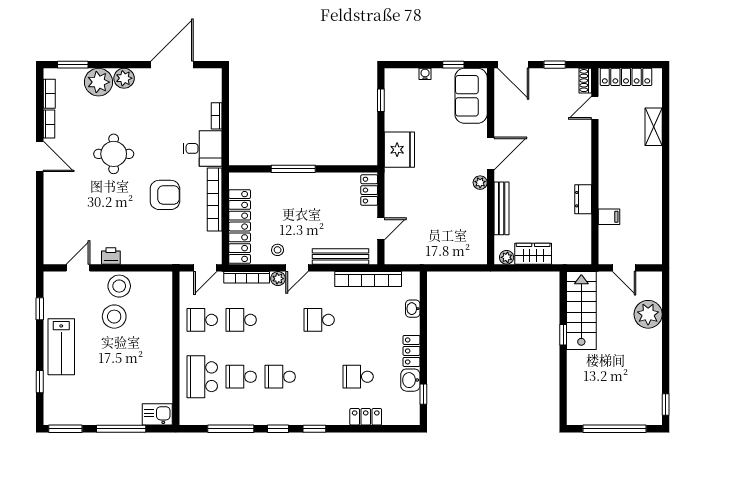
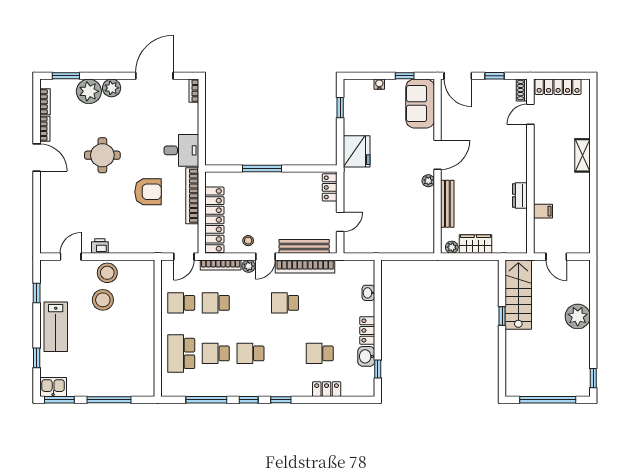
bookcase: (217, 116) -> (194, 91), moved
shelving: (654, 127) -> (583, 155), moved
bookcase: (368, 279) -> (305, 266), moved
plant: (648, 314) -> (578, 316), moved
kitchen sink: (157, 414) -> (53, 387), moved

